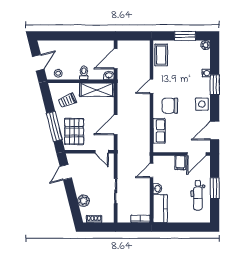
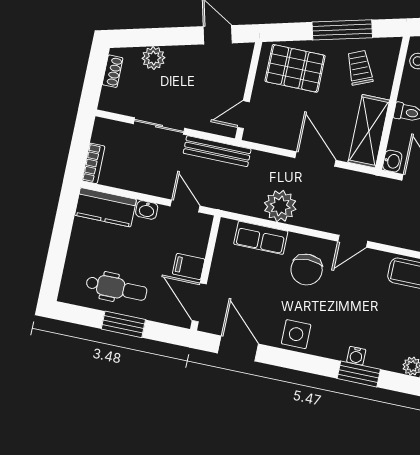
window: (215, 85) -> (359, 374), moved
door: (151, 86) -> (353, 241), swing flipped
chair: (170, 106) -> (307, 270), turned 180
door: (116, 125) -> (316, 159), moved
plant: (142, 125) -> (280, 206), added
window: (54, 126) -> (342, 30), moved
bench: (122, 161) -> (217, 151), added
dental chair: (198, 195) -> (116, 288), turned 180

